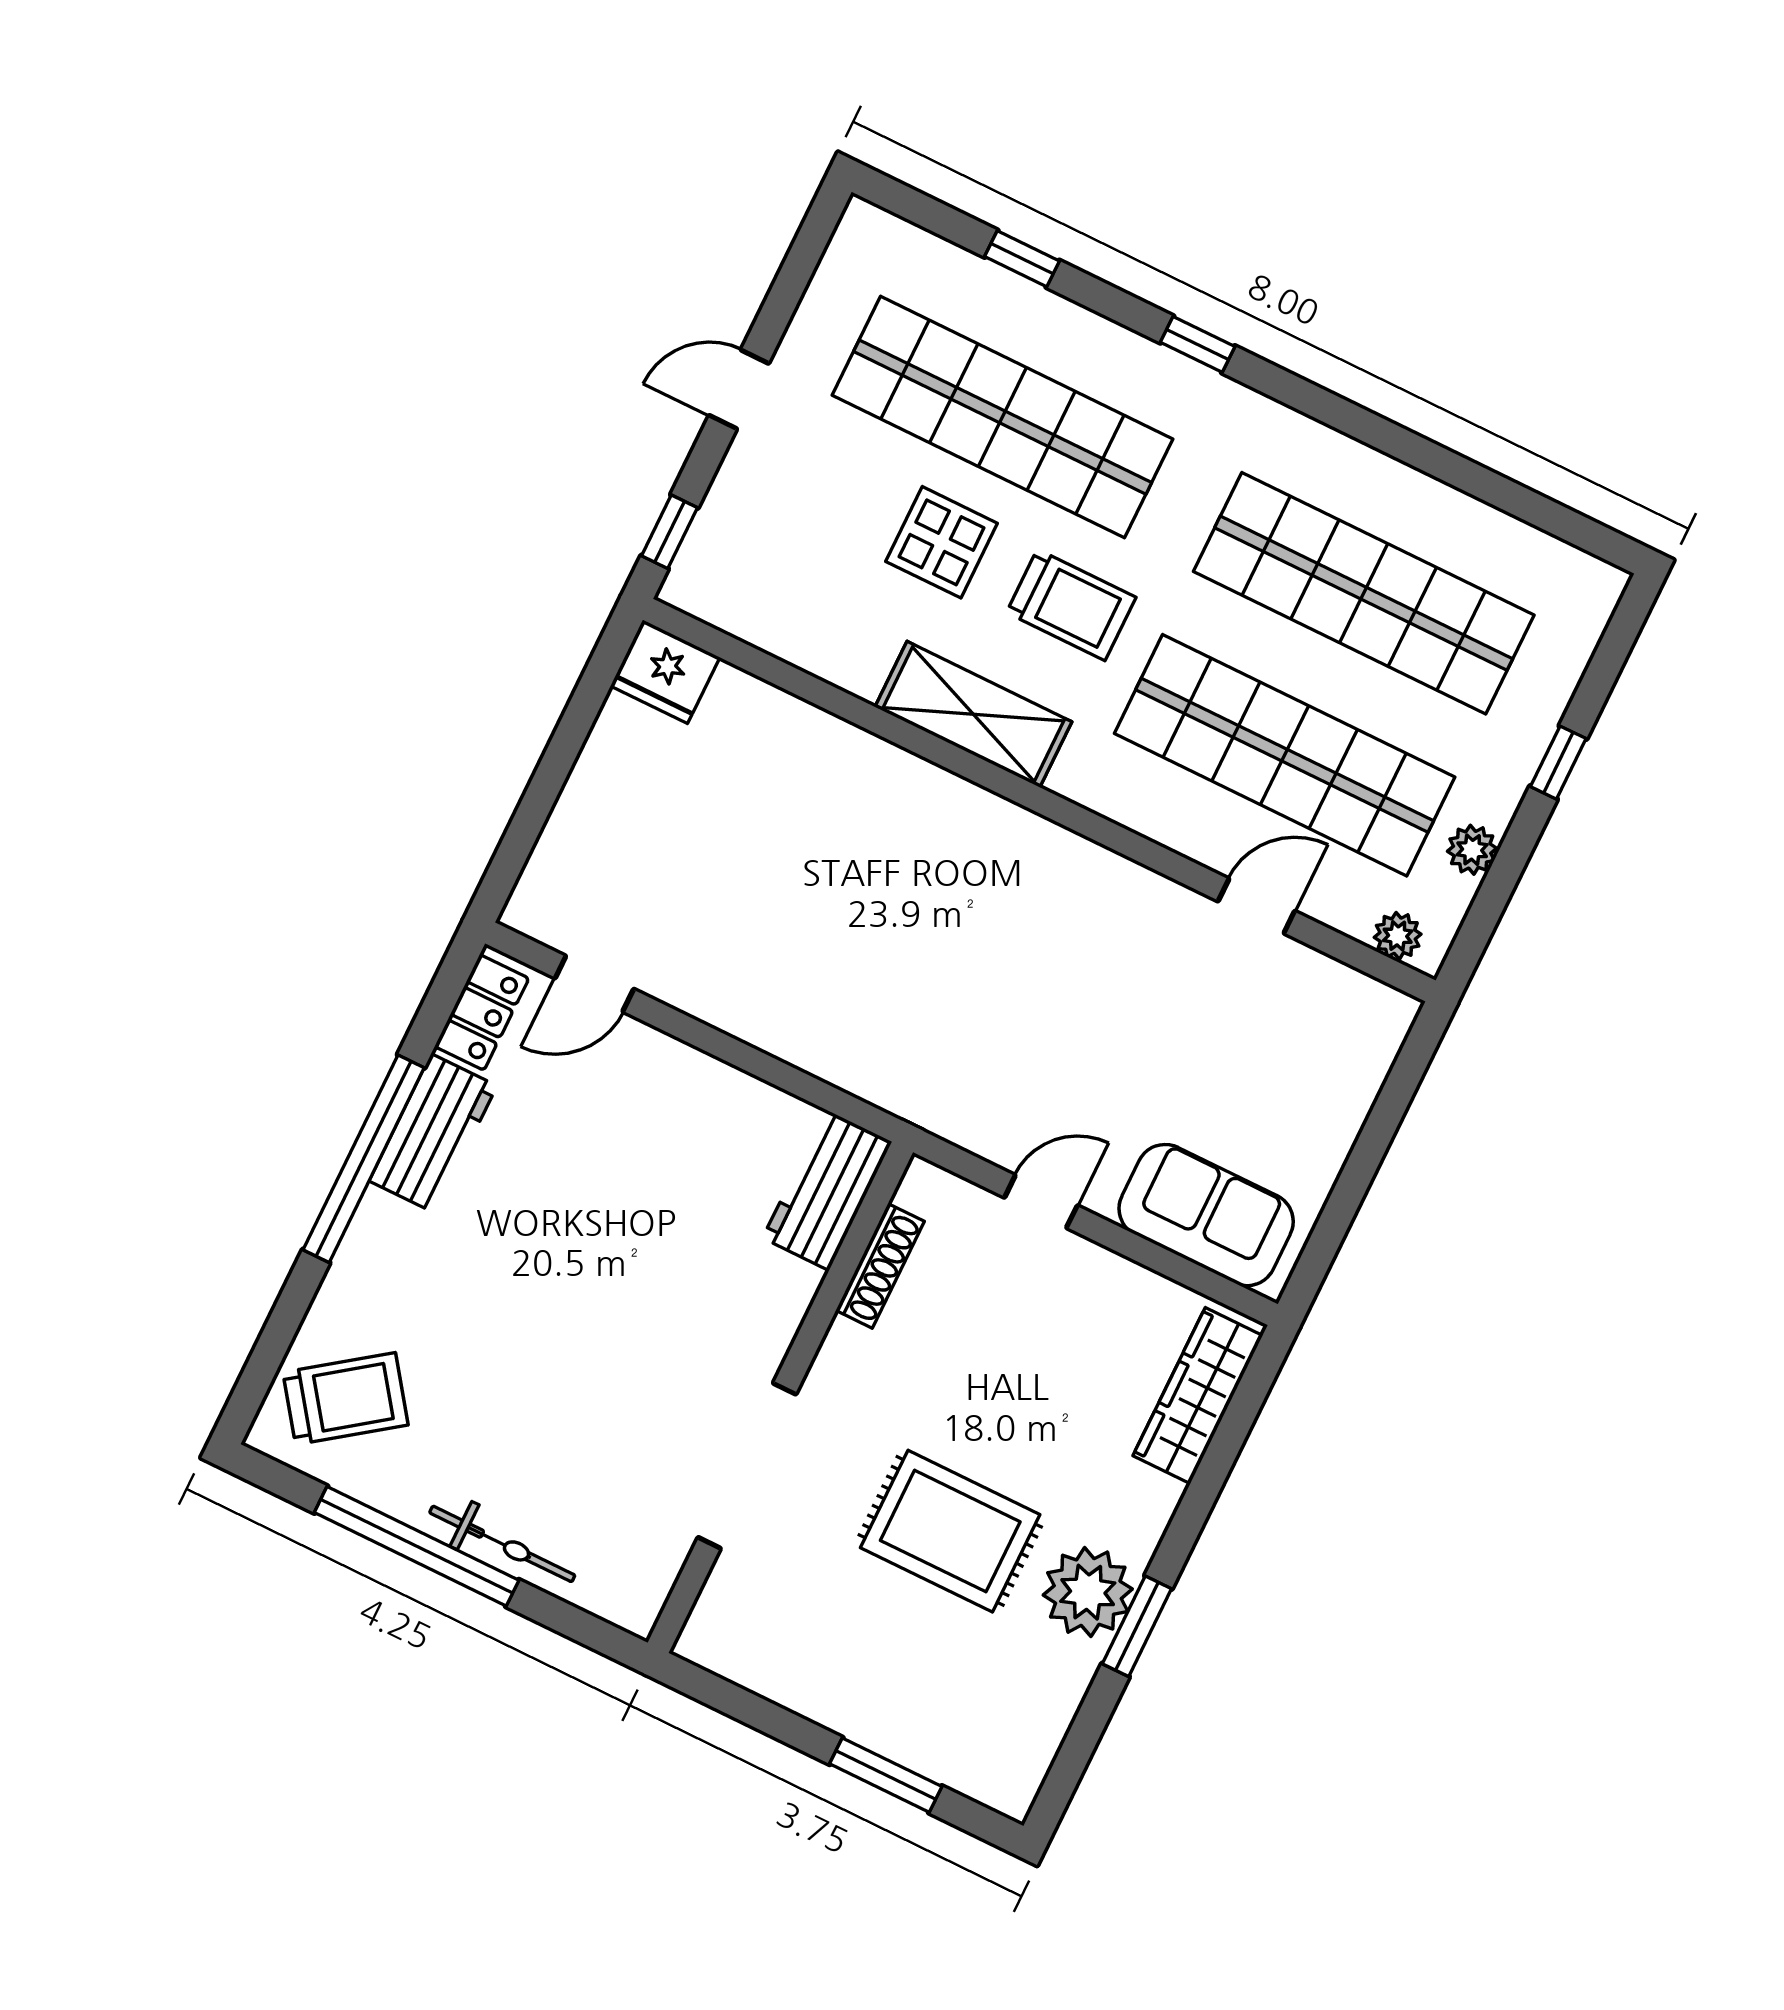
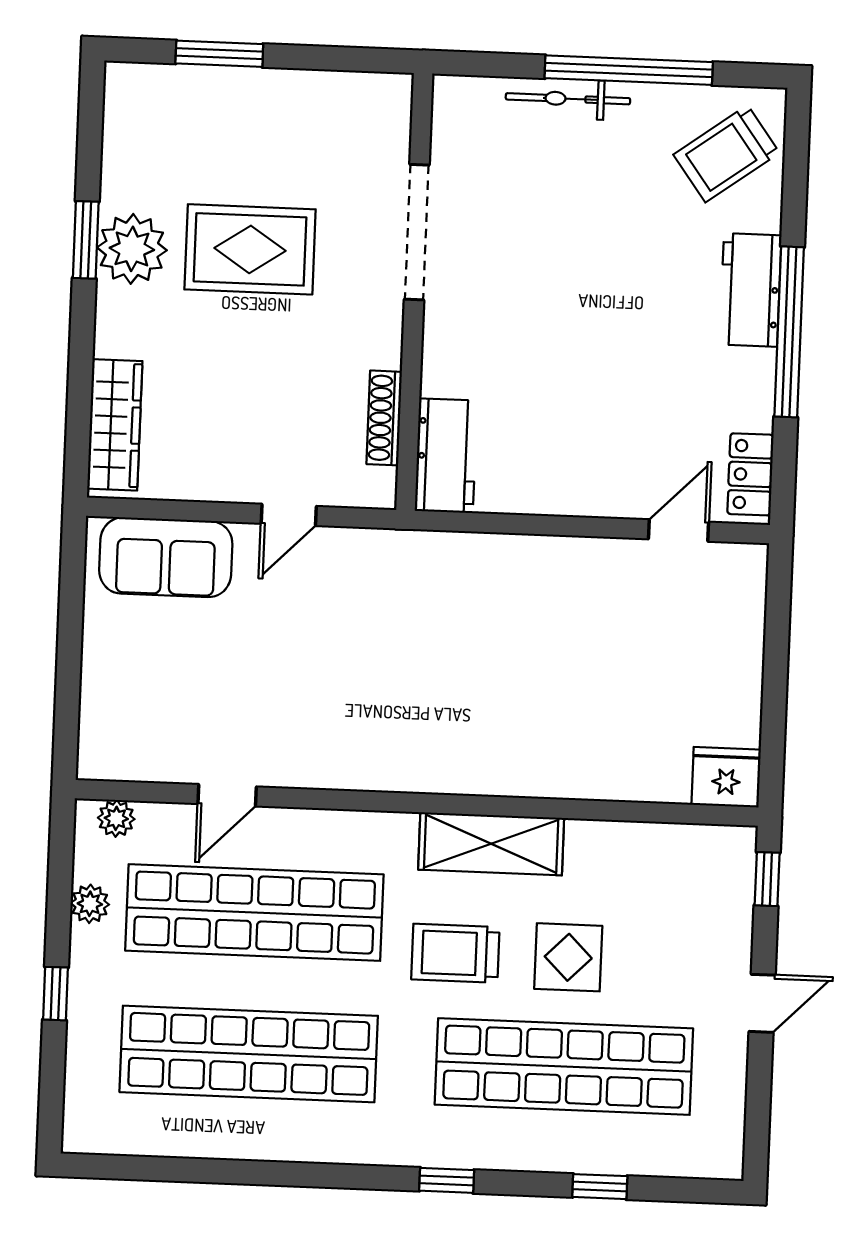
workbench: (433, 1133) -> (751, 290), moved

